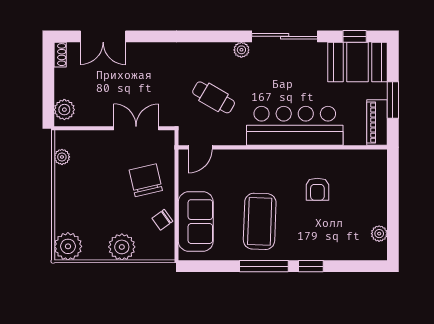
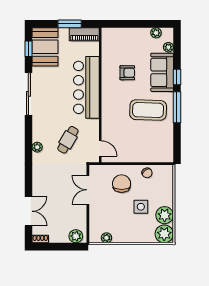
plant: (241, 50) -> (37, 147), moved
chair: (146, 180) -> (122, 184), turned 103
side table: (110, 210) -> (141, 207), added
sofa: (196, 222) -> (162, 72), moved, turned -90
plant: (122, 247) -> (165, 215), moved
plant: (357, 253) -> (168, 47), added

